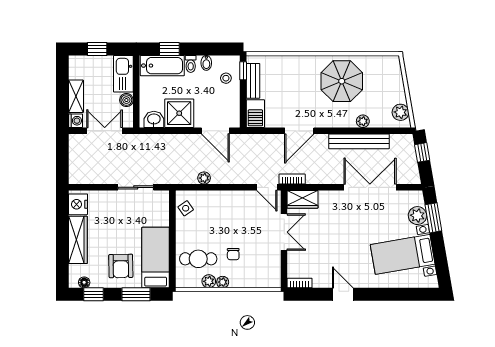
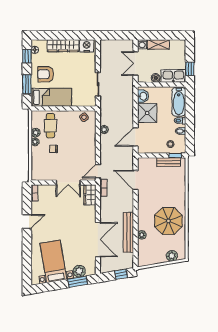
window: (97, 49) -> (190, 69), moved
window: (169, 49) -> (190, 106), removed
plant: (400, 112) -> (172, 256), moved
barbecue: (255, 114) -> (147, 164), removed
double door: (105, 131) -> (135, 63), swing flipped
door: (299, 131) -> (135, 180), moved

